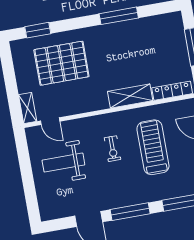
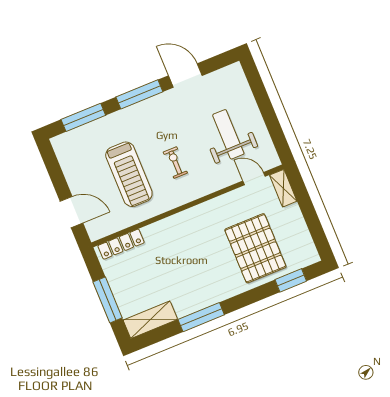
pallet: (61, 63) -> (255, 248), turned 90
shelving: (130, 96) -> (150, 320), moved
weight bench: (63, 163) -> (228, 134), turned -90

